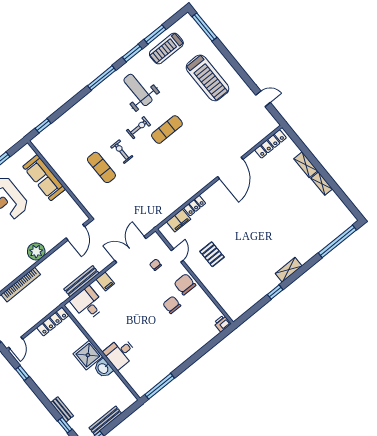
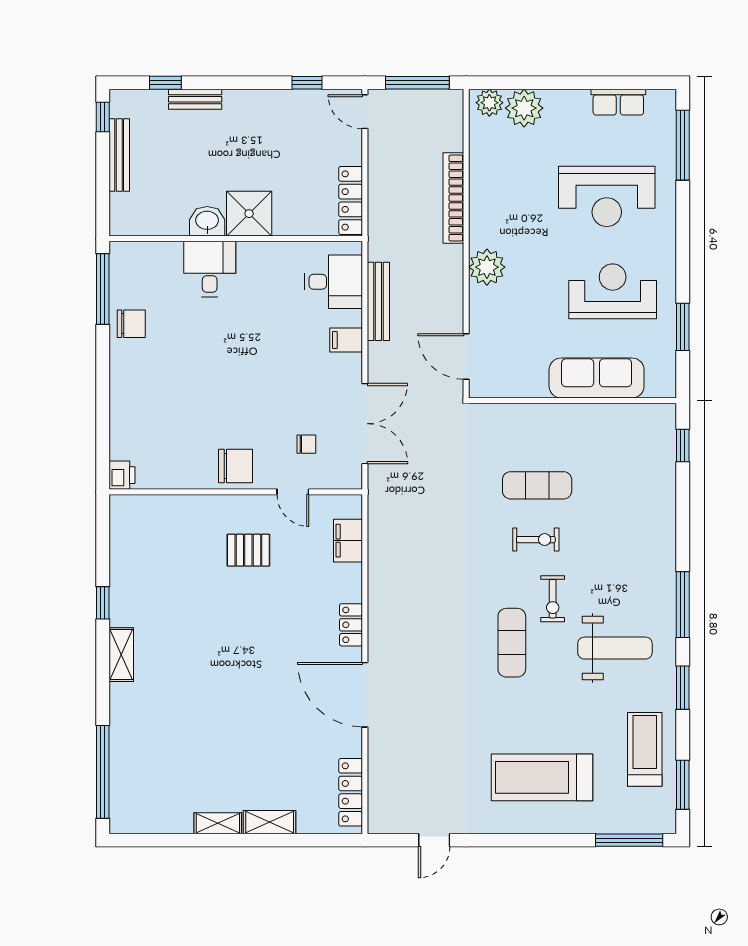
window: (155, 34) -> (683, 785), moved
locker: (195, 206) -> (351, 625), moved
chair: (172, 305) -> (131, 324), moved

